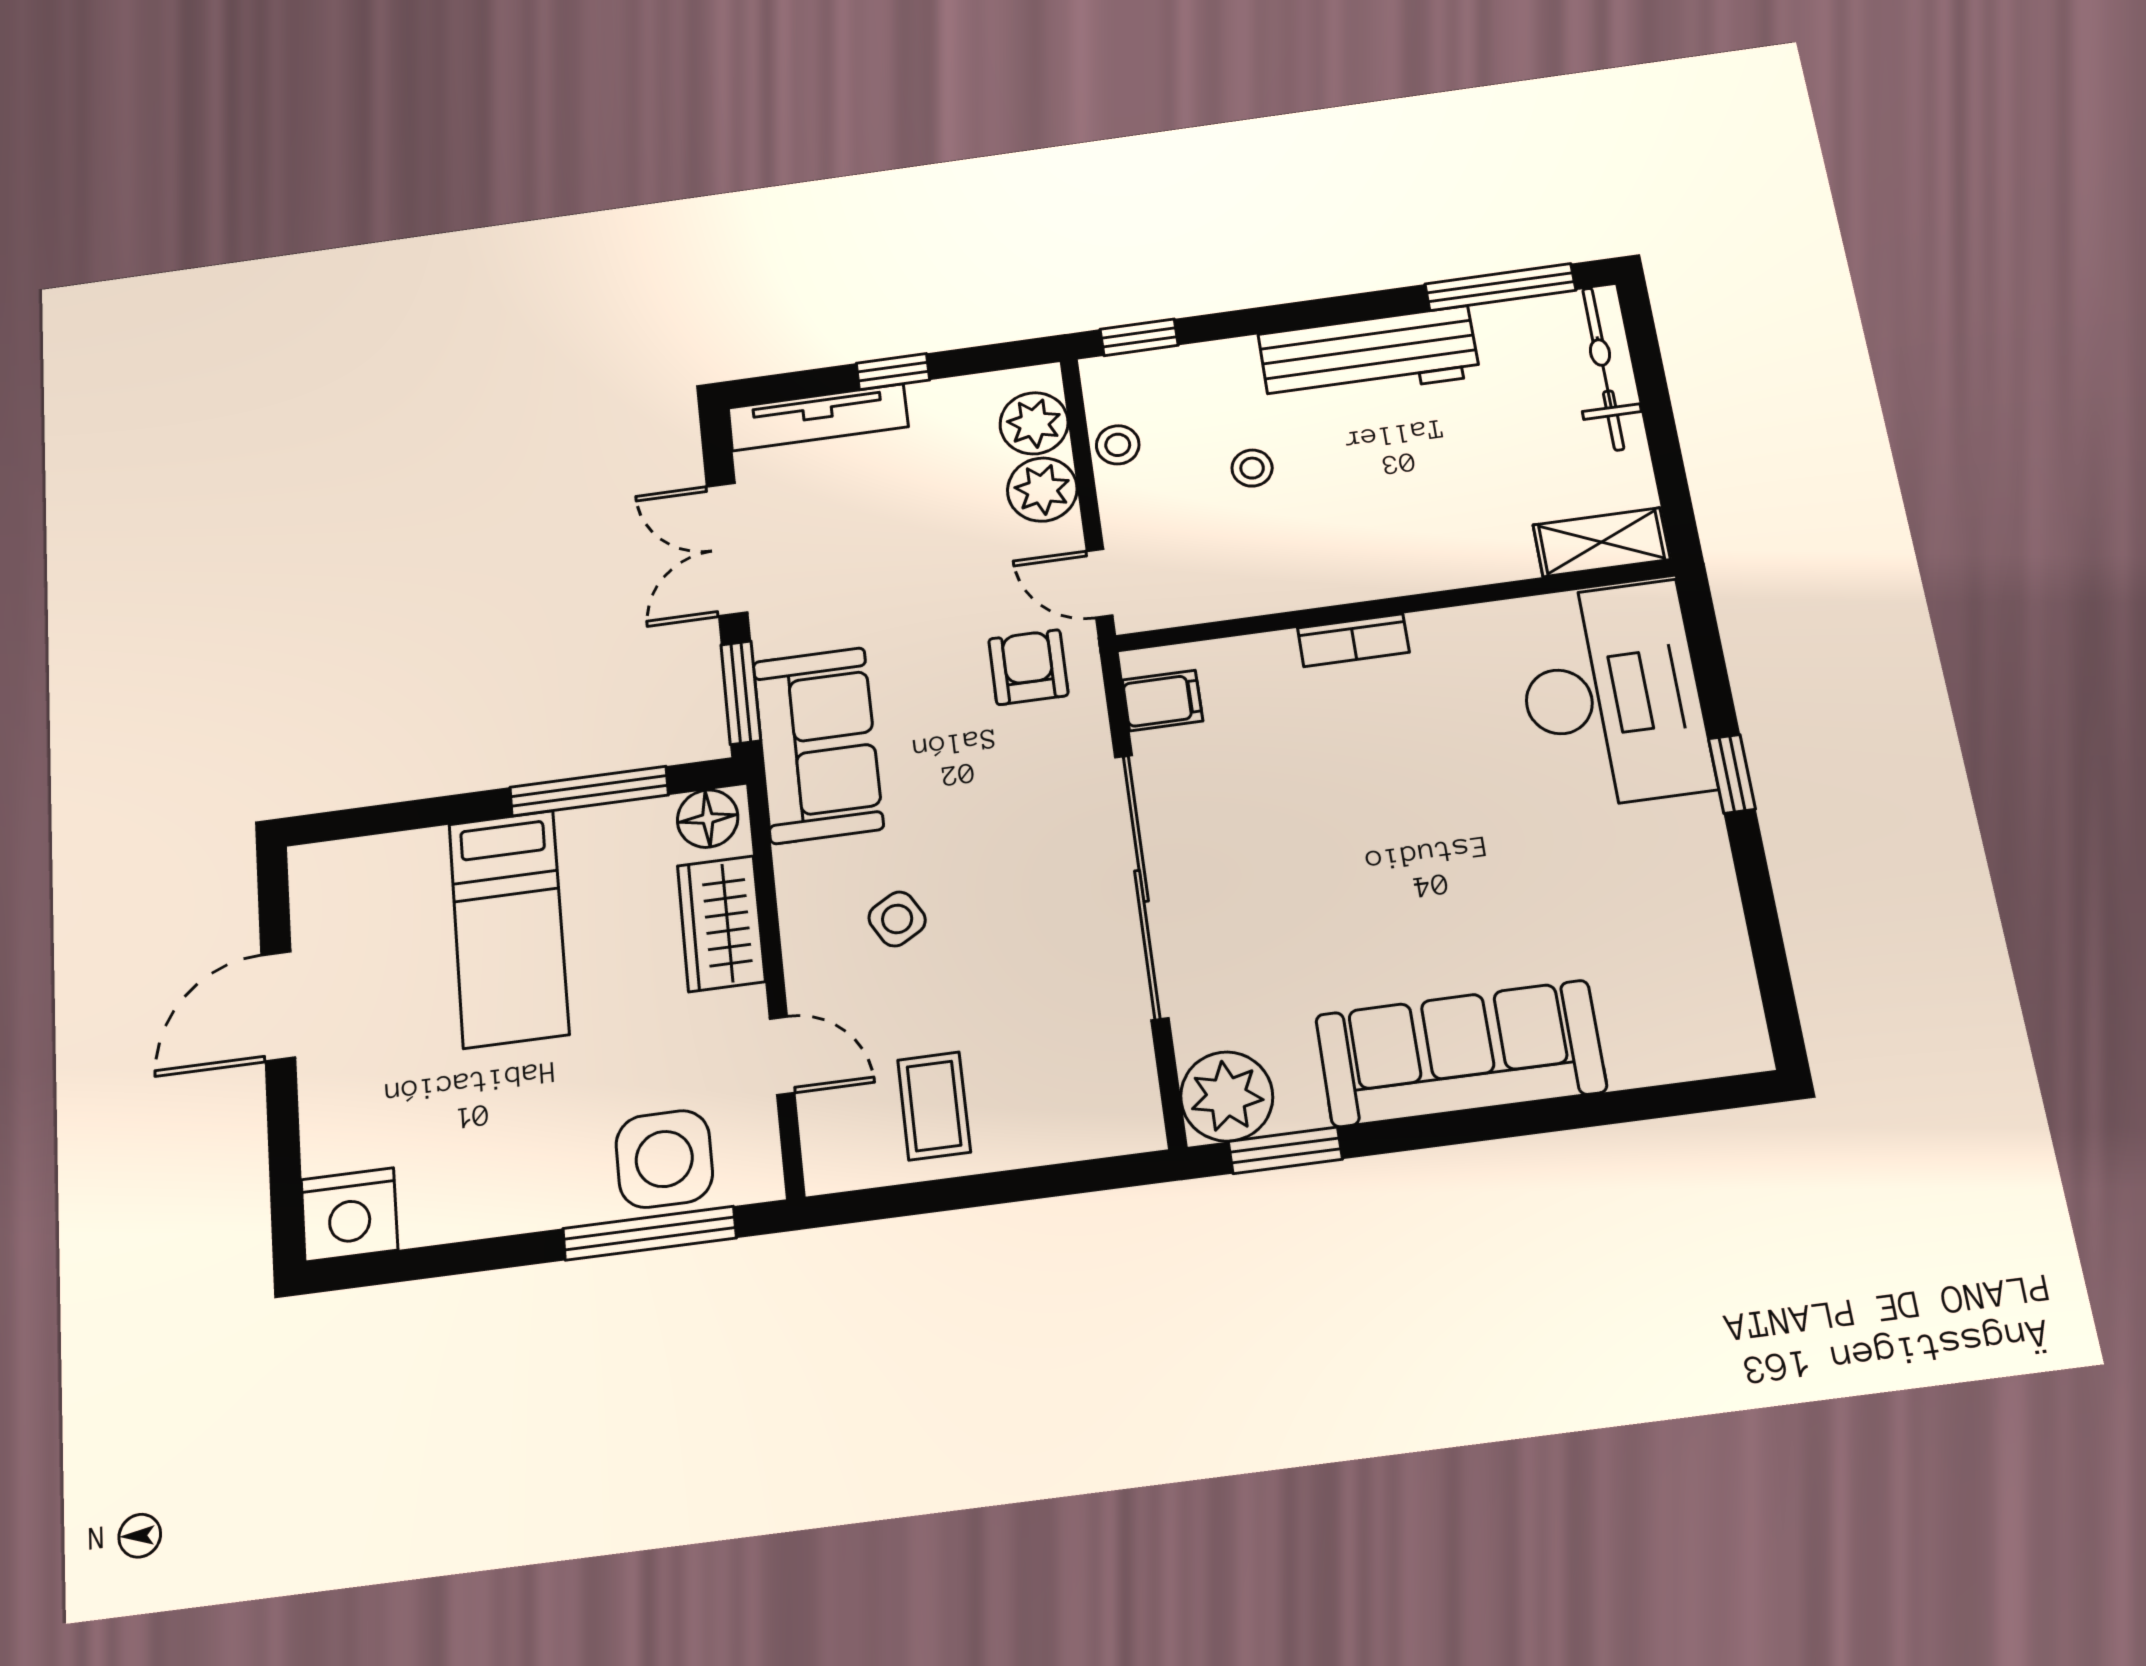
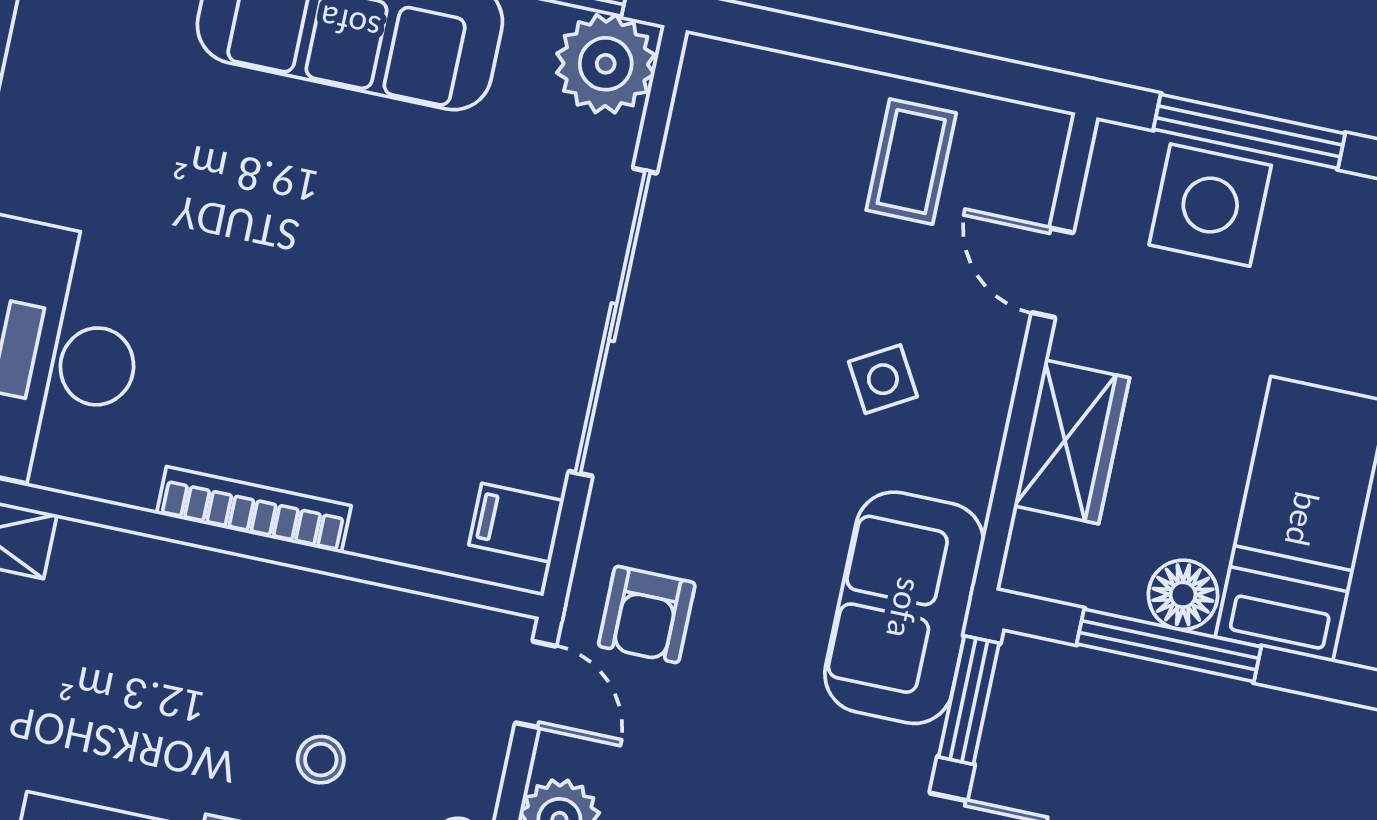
bookcase: (1353, 640) -> (254, 510), width x1.56
floor lamp: (708, 819) -> (1183, 595), moved

